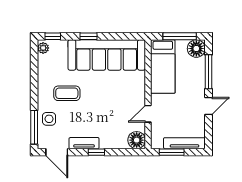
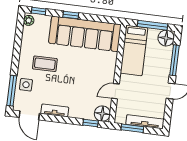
window: (96, 152) -> (90, 123), moved

